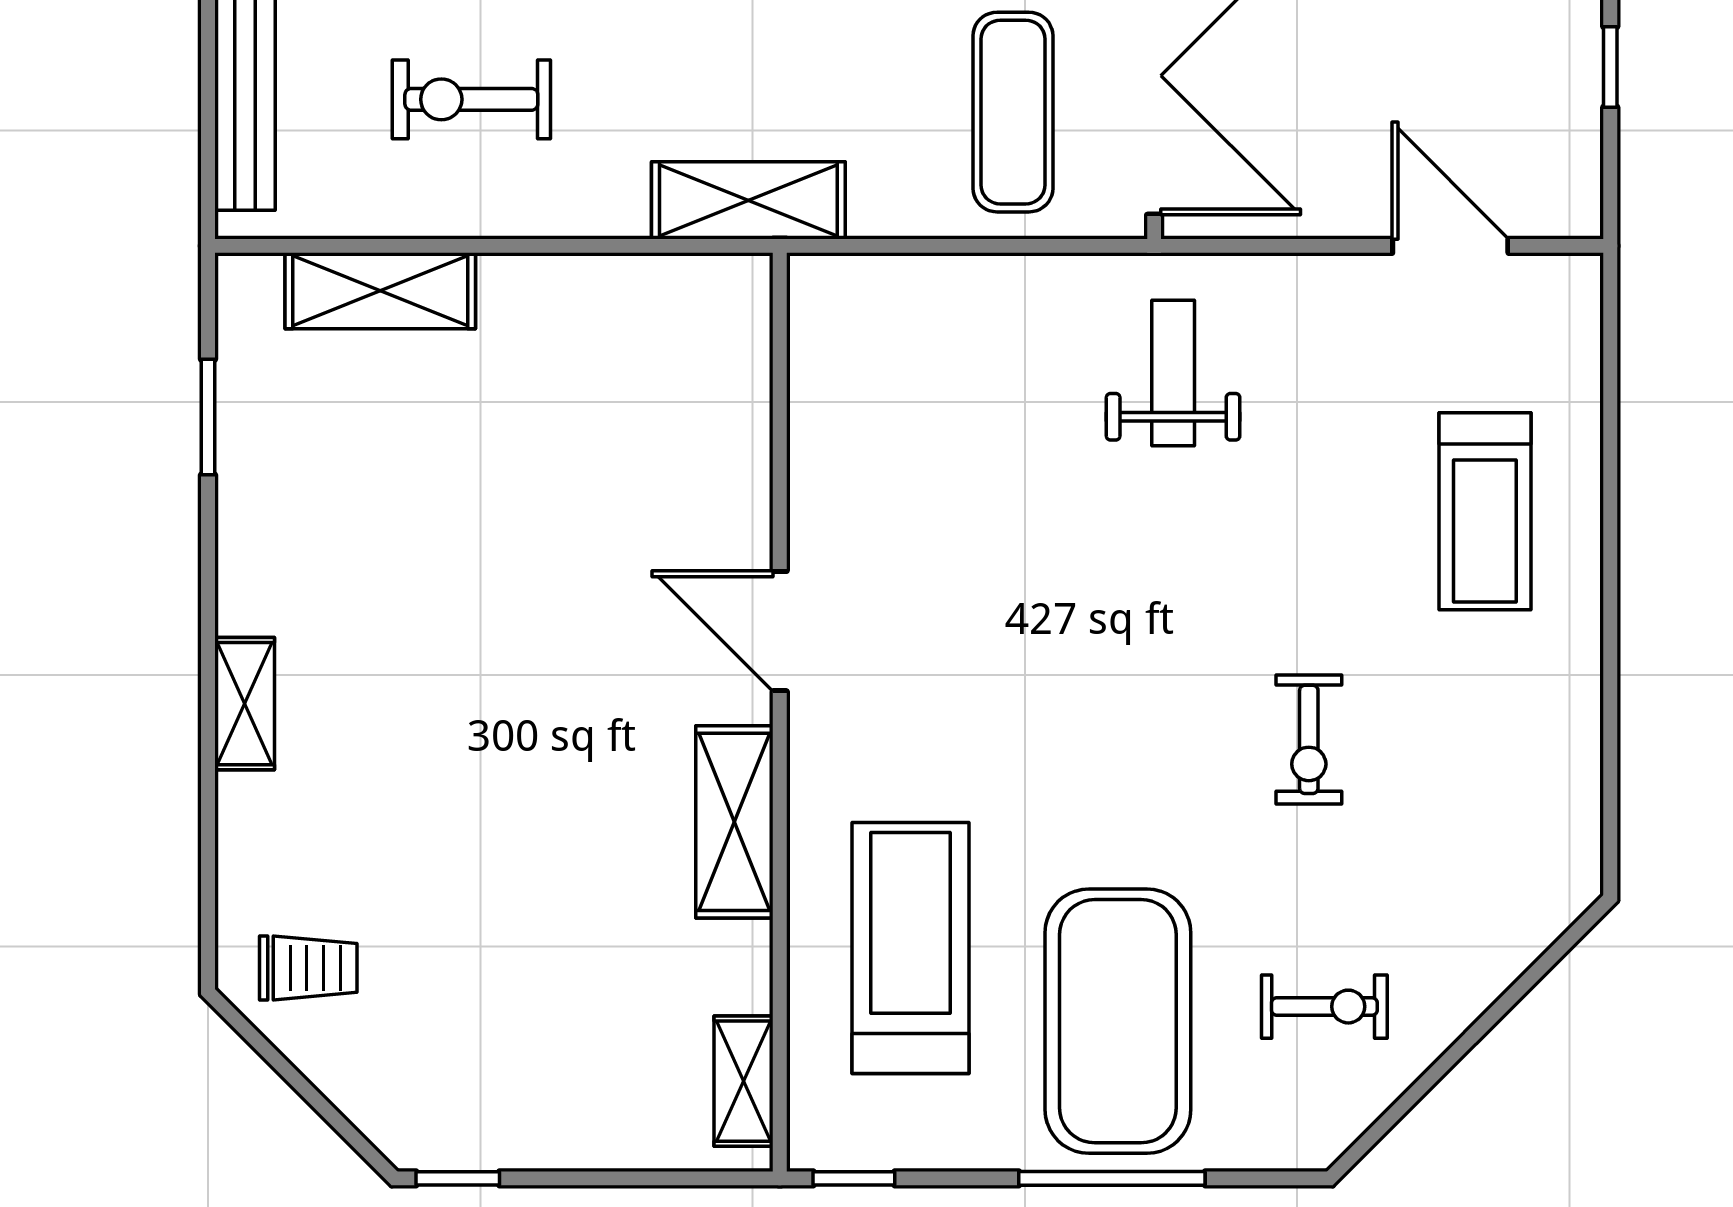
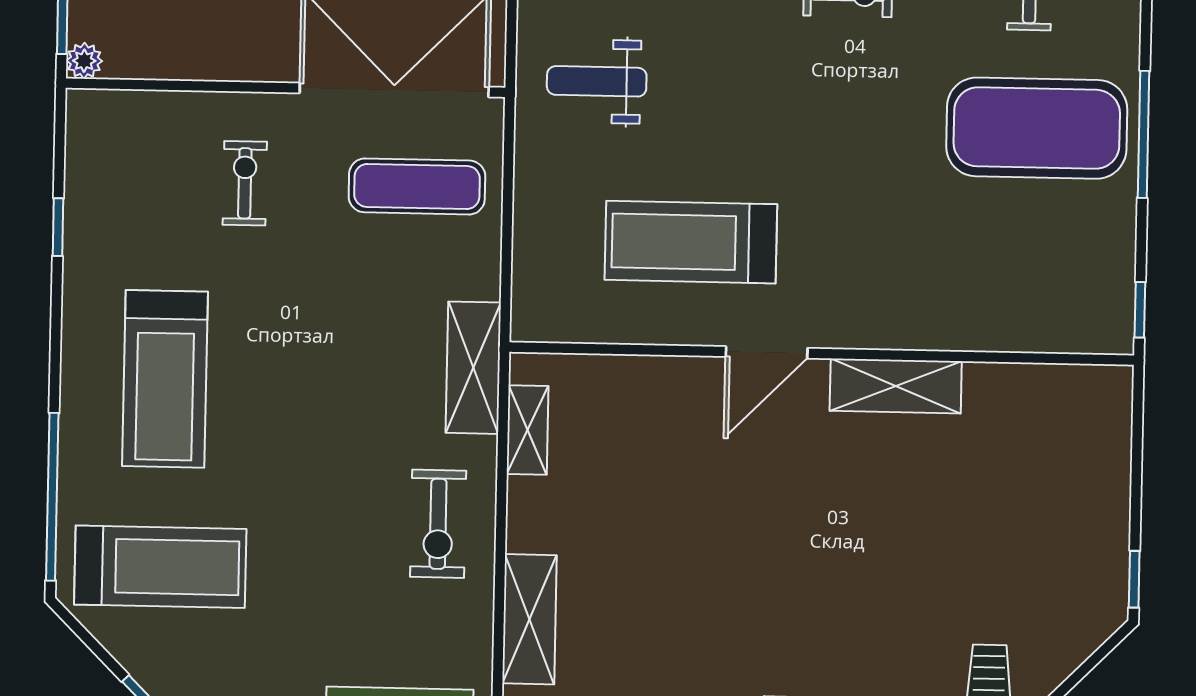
exercise bike: (471, 99) -> (438, 524), moved
treadmill: (910, 948) -> (691, 242), moved
shelving: (744, 1081) -> (528, 430), moved, turned 90

